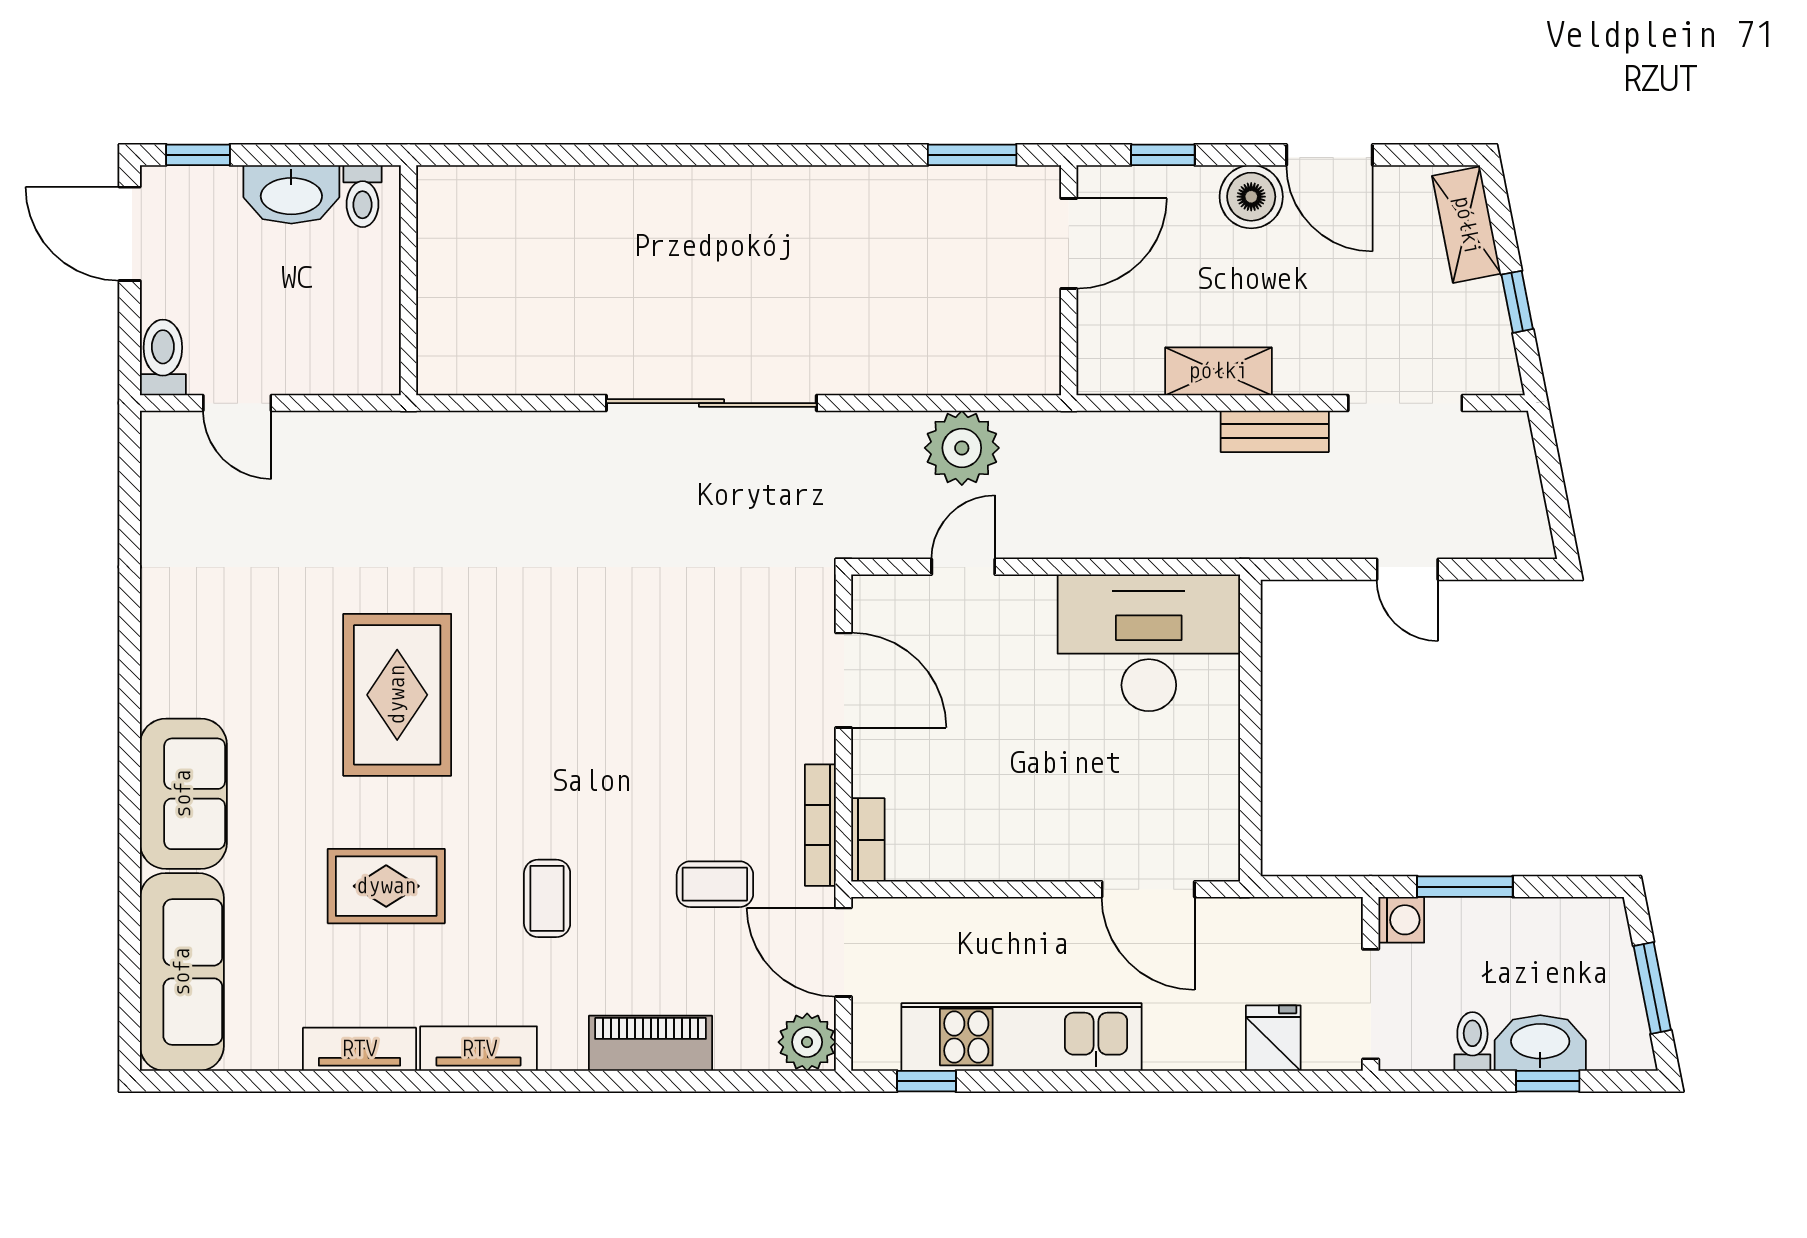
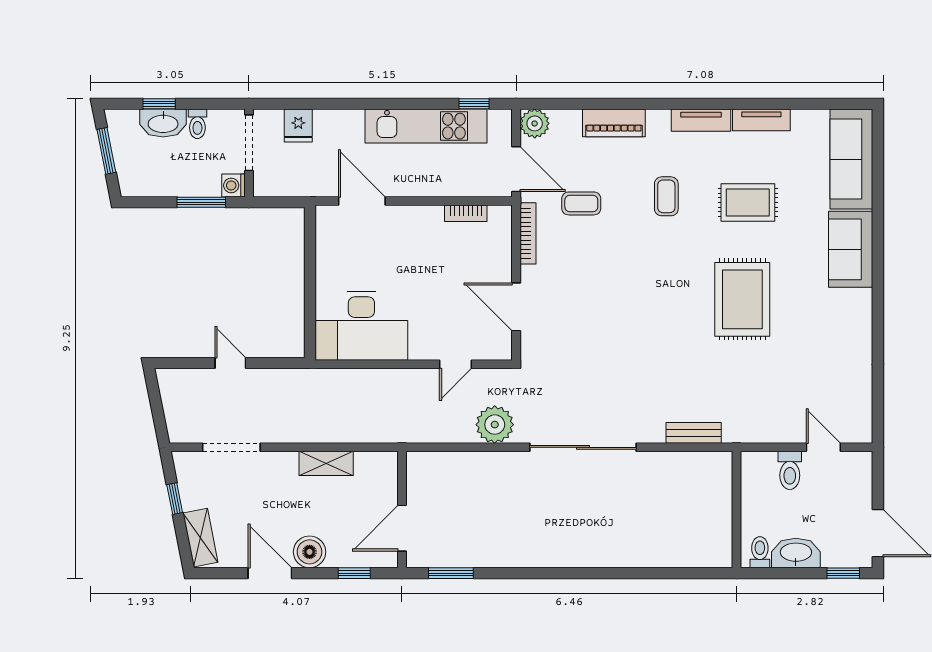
toilet: (163, 357) -> (790, 470), moved
bench: (1275, 431) -> (694, 433), moved
plant: (962, 448) -> (495, 425), moved
bookcase: (868, 840) -> (466, 213), moved, turned -90

